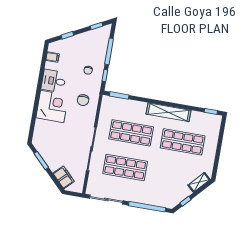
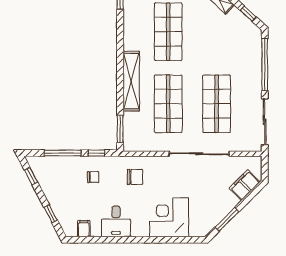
corner desk: (52, 106) -> (169, 217), moved
shelving: (169, 112) -> (131, 81), moved

